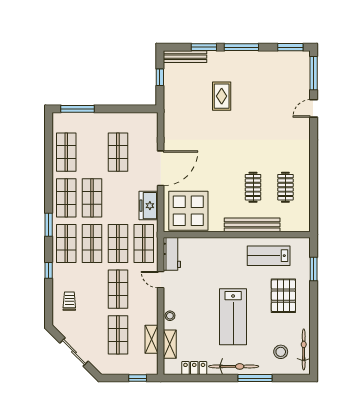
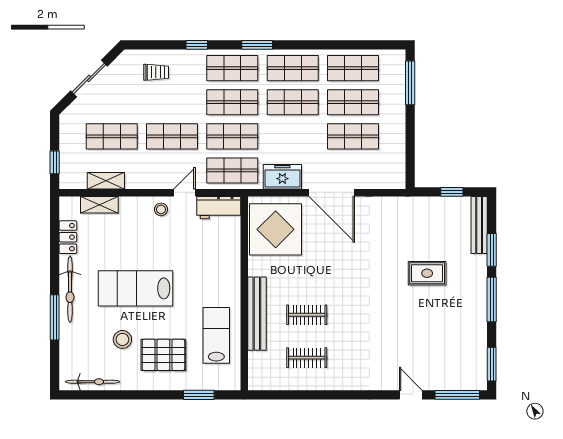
shop shelf: (92, 152) -> (353, 102), added
stool: (170, 316) -> (161, 209), moved
stool: (281, 352) -> (122, 339), moved

